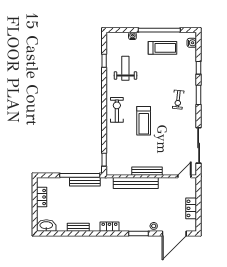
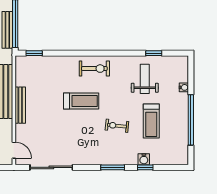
water cooler: (192, 43) -> (144, 159), moved
treadmill: (162, 48) -> (151, 121), moved
weight bench: (125, 68) -> (145, 79), turned -90
exercise bike: (178, 100) -> (117, 126), moved
treadmill: (144, 121) -> (81, 101), turned 180

